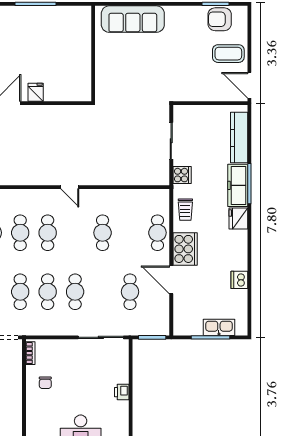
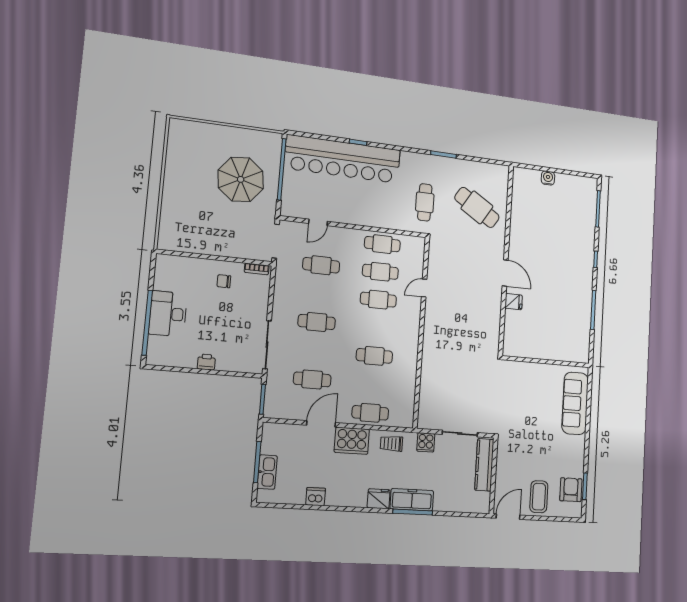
kitchen counter: (239, 138) -> (484, 465), moved, turned -90
door: (70, 187) -> (424, 288), moved
cafe table: (48, 292) -> (319, 294), removed

